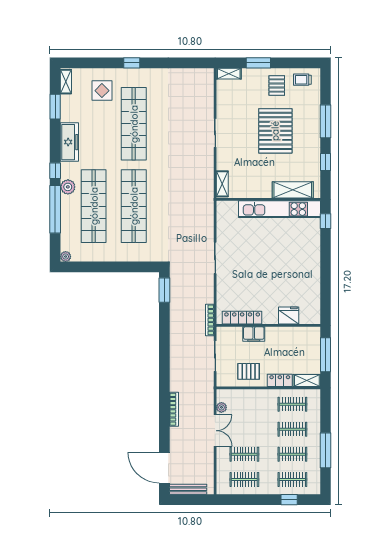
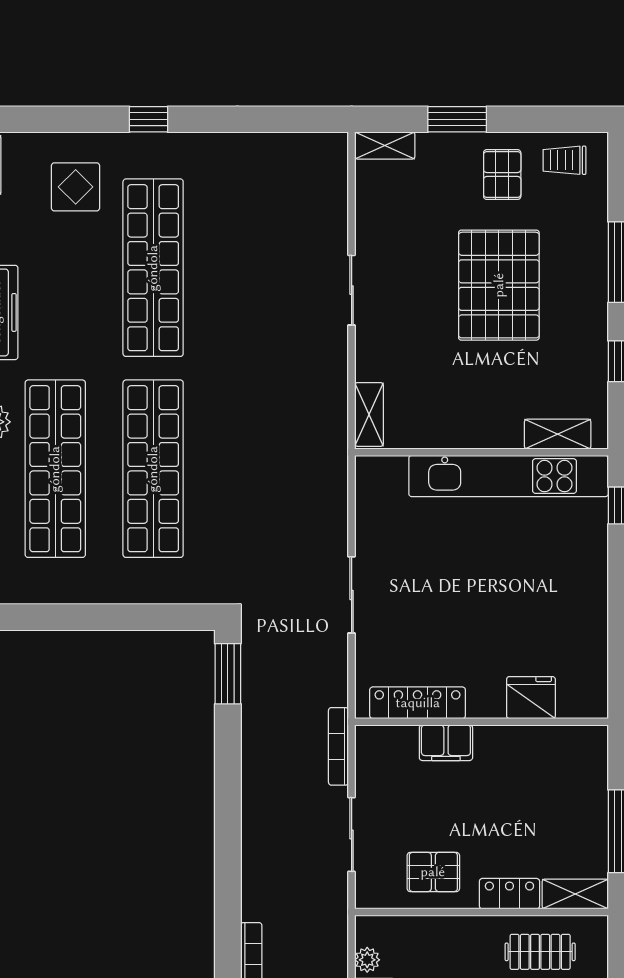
shelving: (293, 190) -> (558, 434), width x0.67, depth x0.75
fridge: (289, 316) -> (531, 698), moved
locker: (242, 318) -> (418, 703), moved
wall: (268, 325) -> (482, 722), moved
filing cabinet: (254, 334) -> (446, 743), moved

